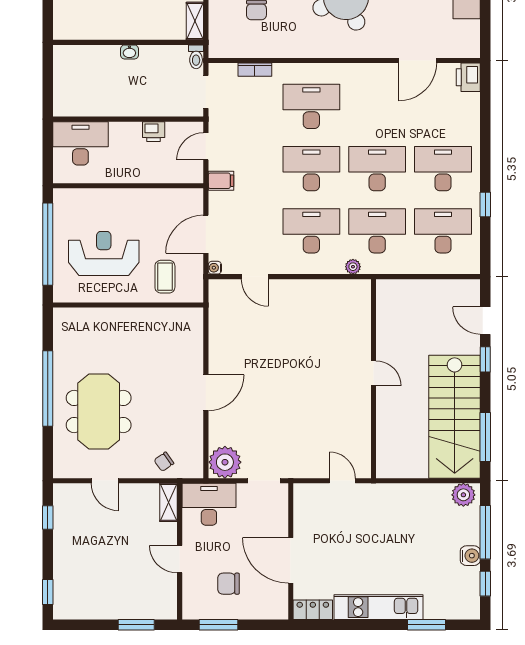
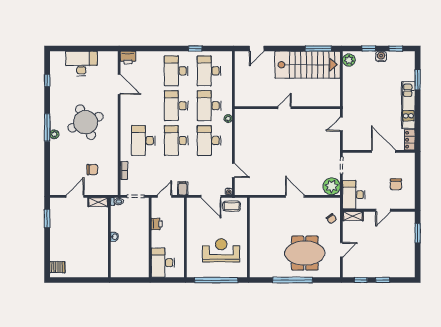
door: (206, 146) -> (165, 196), swing flipped
reception desk: (104, 253) -> (221, 250), turned 90
coffee table: (165, 277) -> (232, 206), moved
door: (255, 277) -> (233, 170), hinge flipped
window: (485, 359) -> (277, 48), removed
window: (485, 532) -> (369, 48), width x0.46
door: (291, 560) -> (384, 151), swing flipped
window: (48, 592) -> (383, 280), moved
window: (218, 625) -> (418, 190), removed

